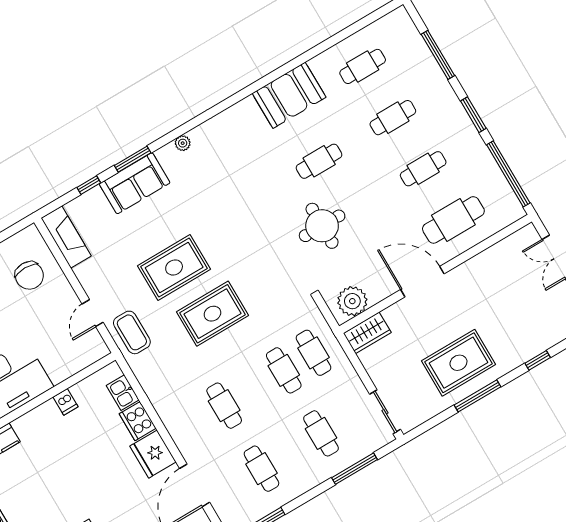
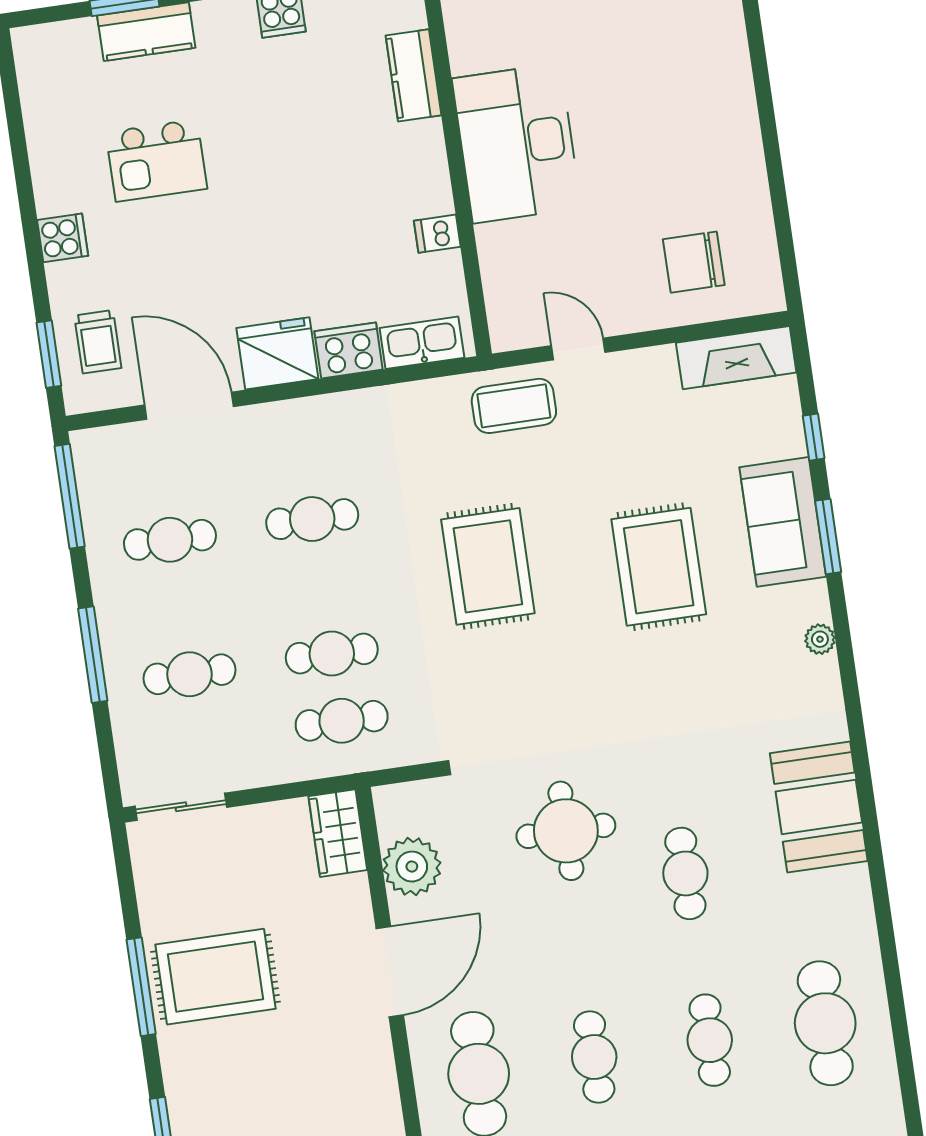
cafe table: (363, 66) -> (825, 1023), width x1.37, depth x1.35
booth: (289, 95) -> (819, 807), moved
rug: (174, 267) -> (659, 567), moved
plant: (352, 301) -> (412, 867), moved
rug: (458, 363) -> (216, 977), turned 90
kitchen sink: (123, 393) -> (422, 343), width x1.38
window: (355, 469) -> (93, 655), moved

